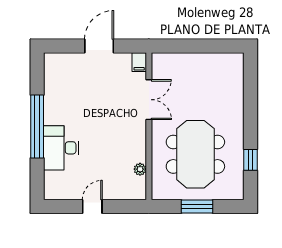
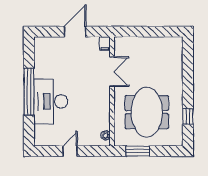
desk: (61, 148) -> (51, 101), width x1.36, depth x1.30
plant: (140, 169) -> (106, 135), moved
window: (197, 207) -> (138, 151), moved

